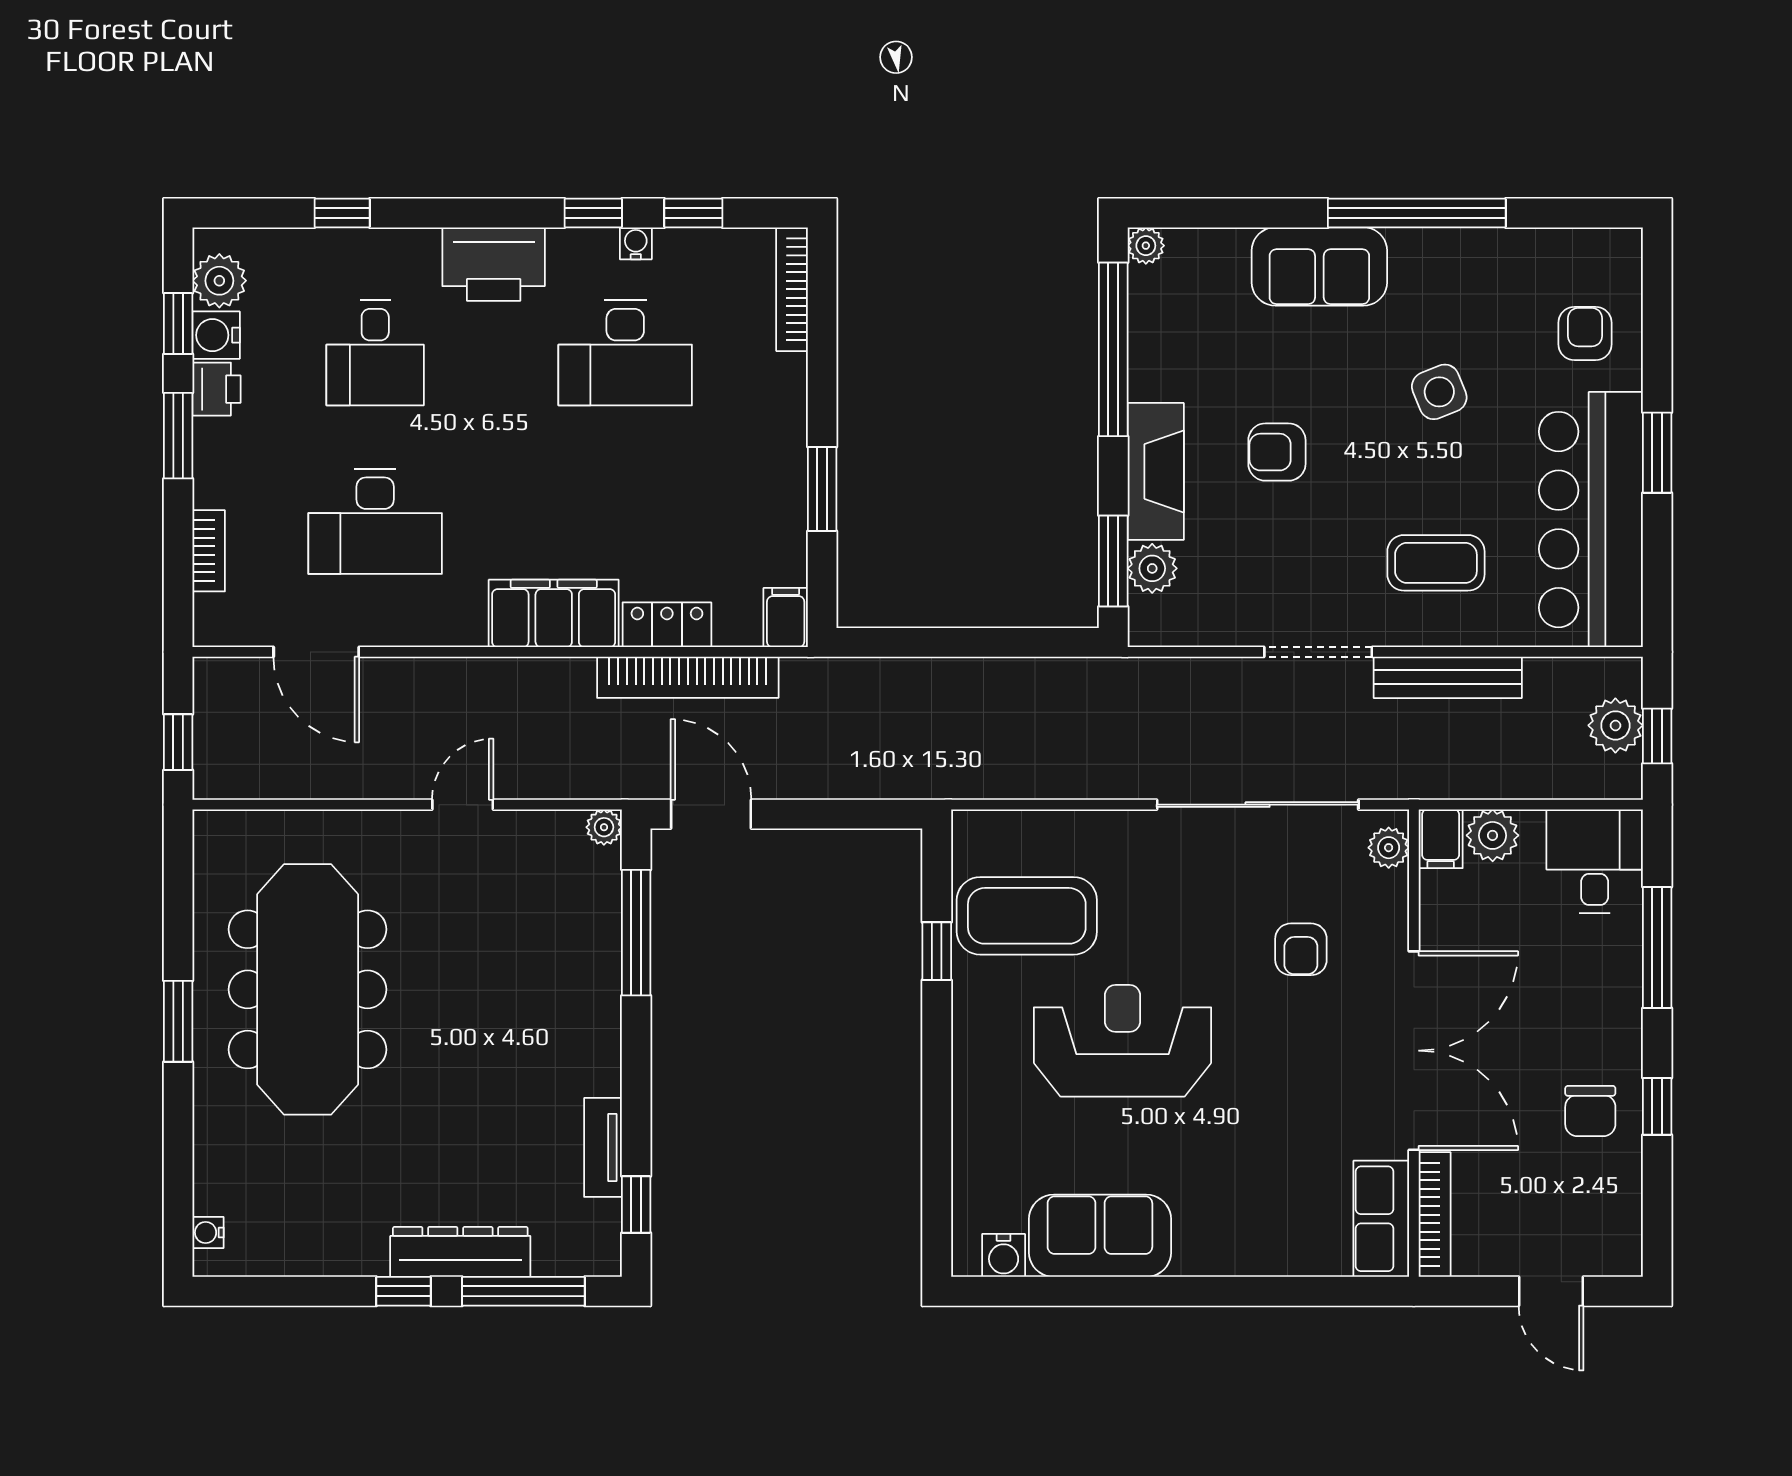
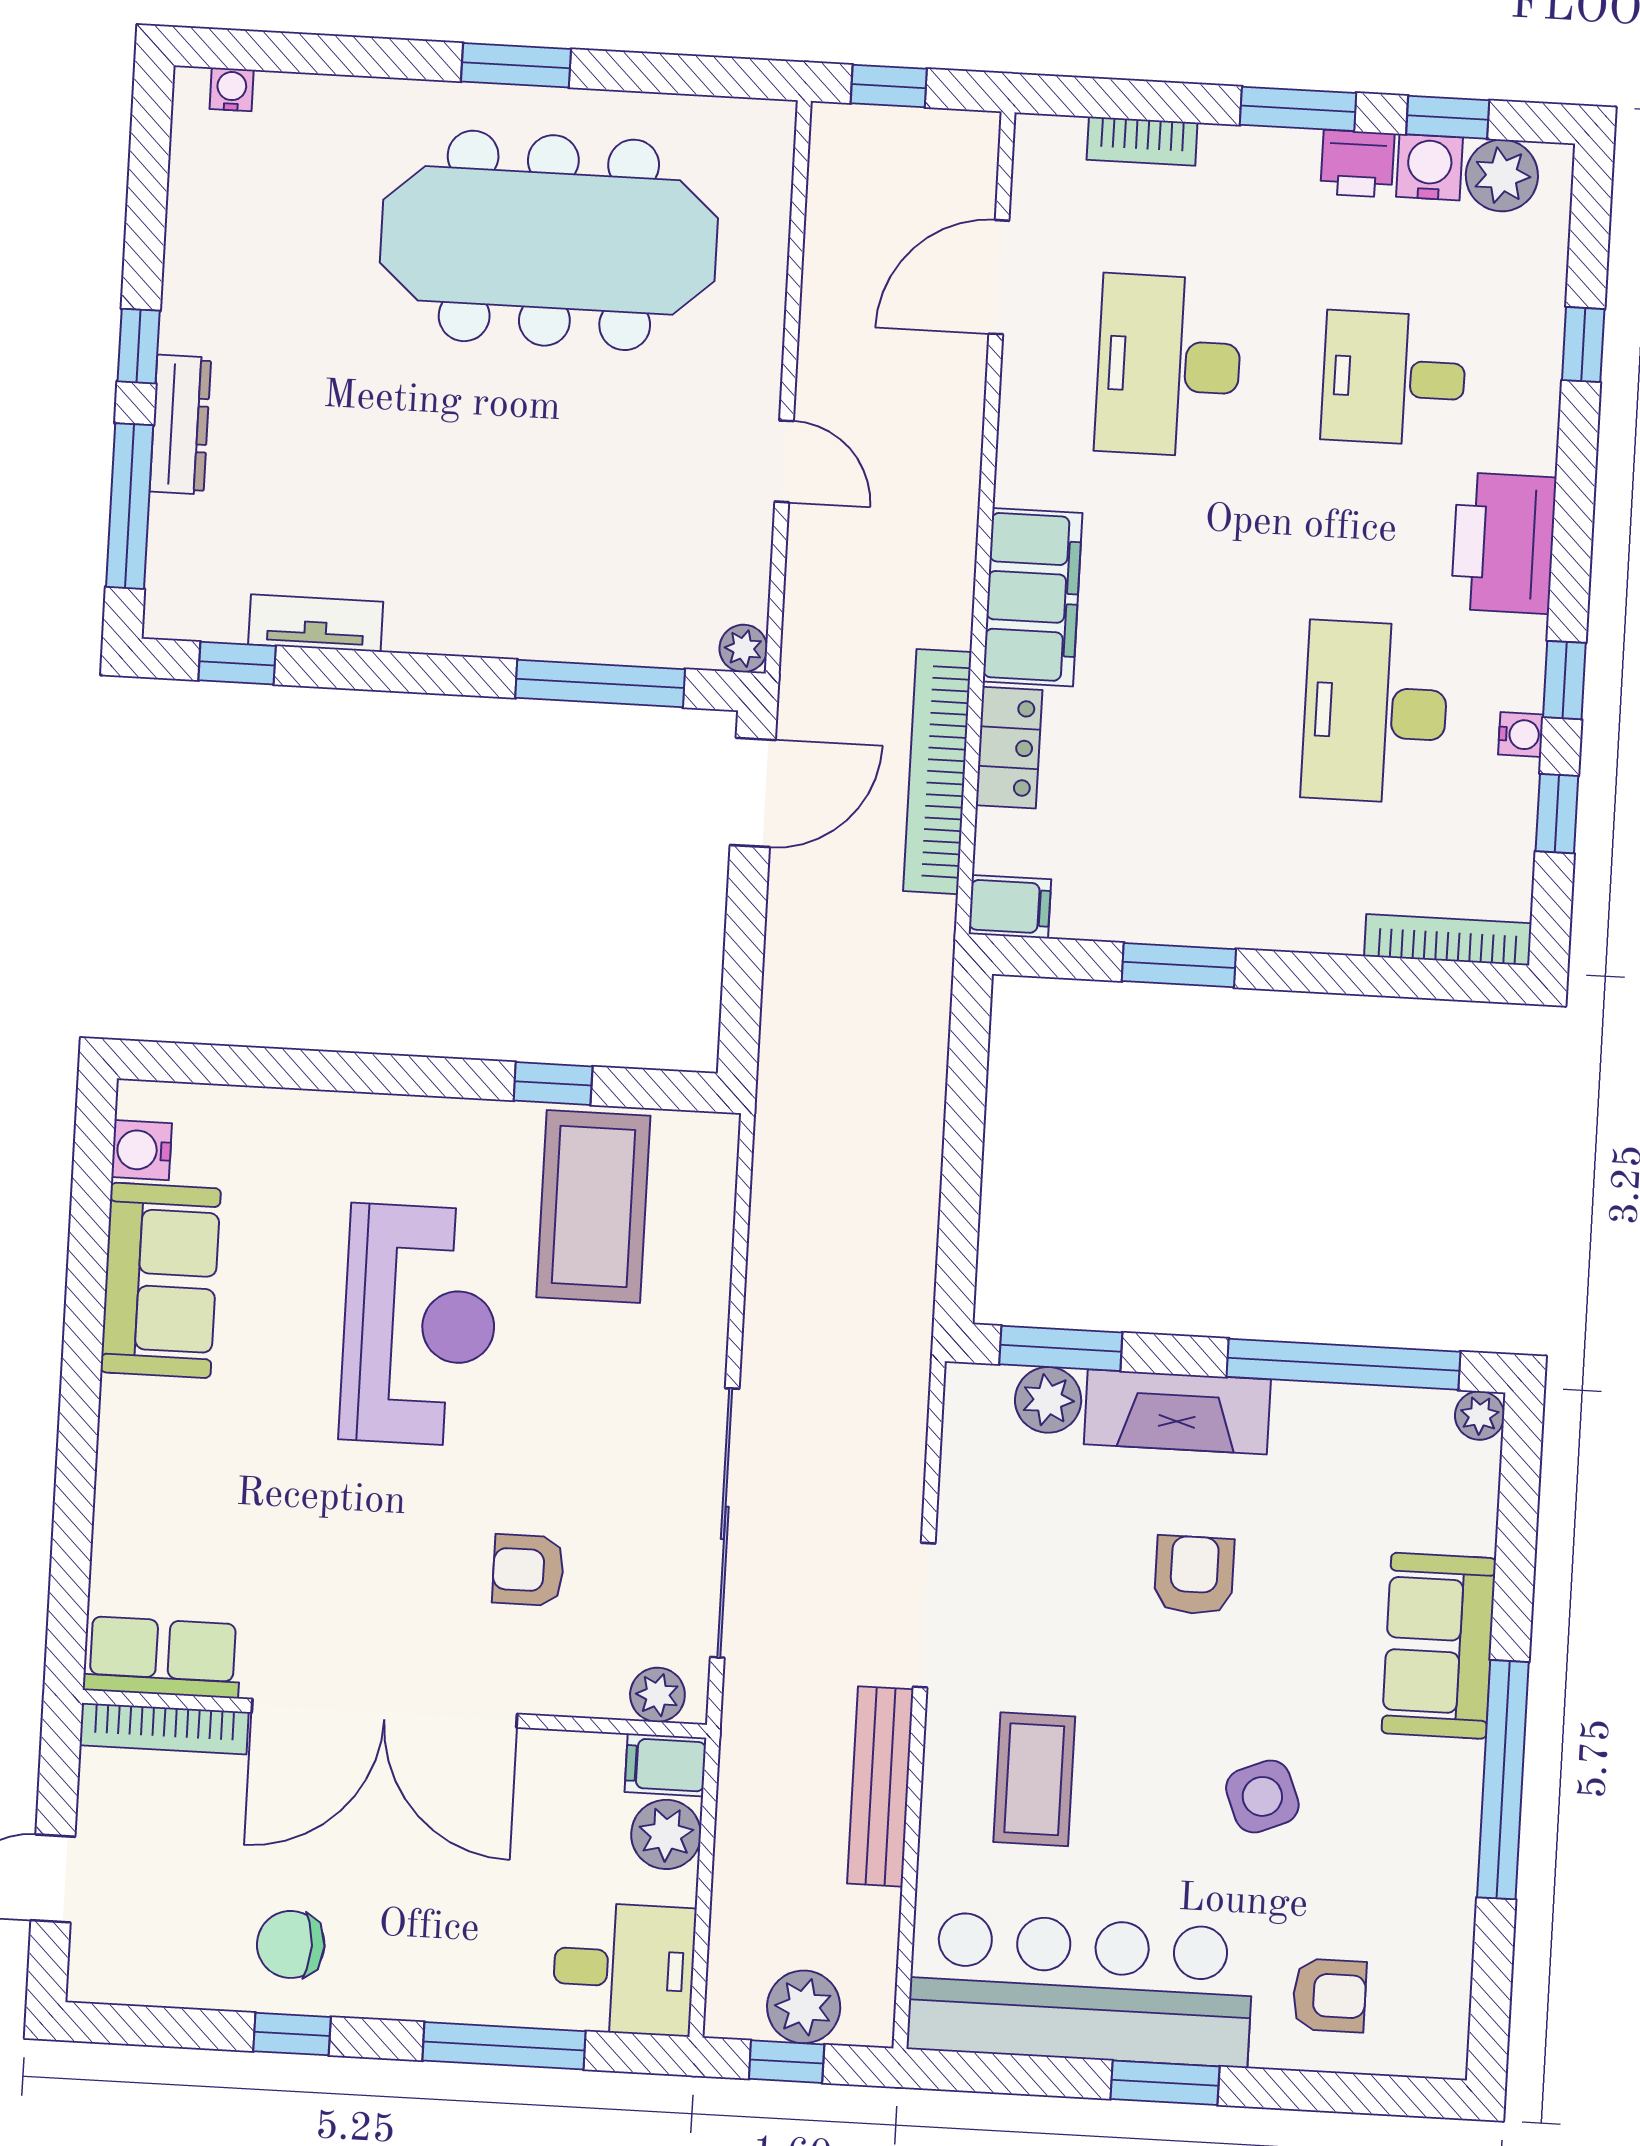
dresser: (460, 1252) -> (180, 424), width x0.73, depth x0.80

